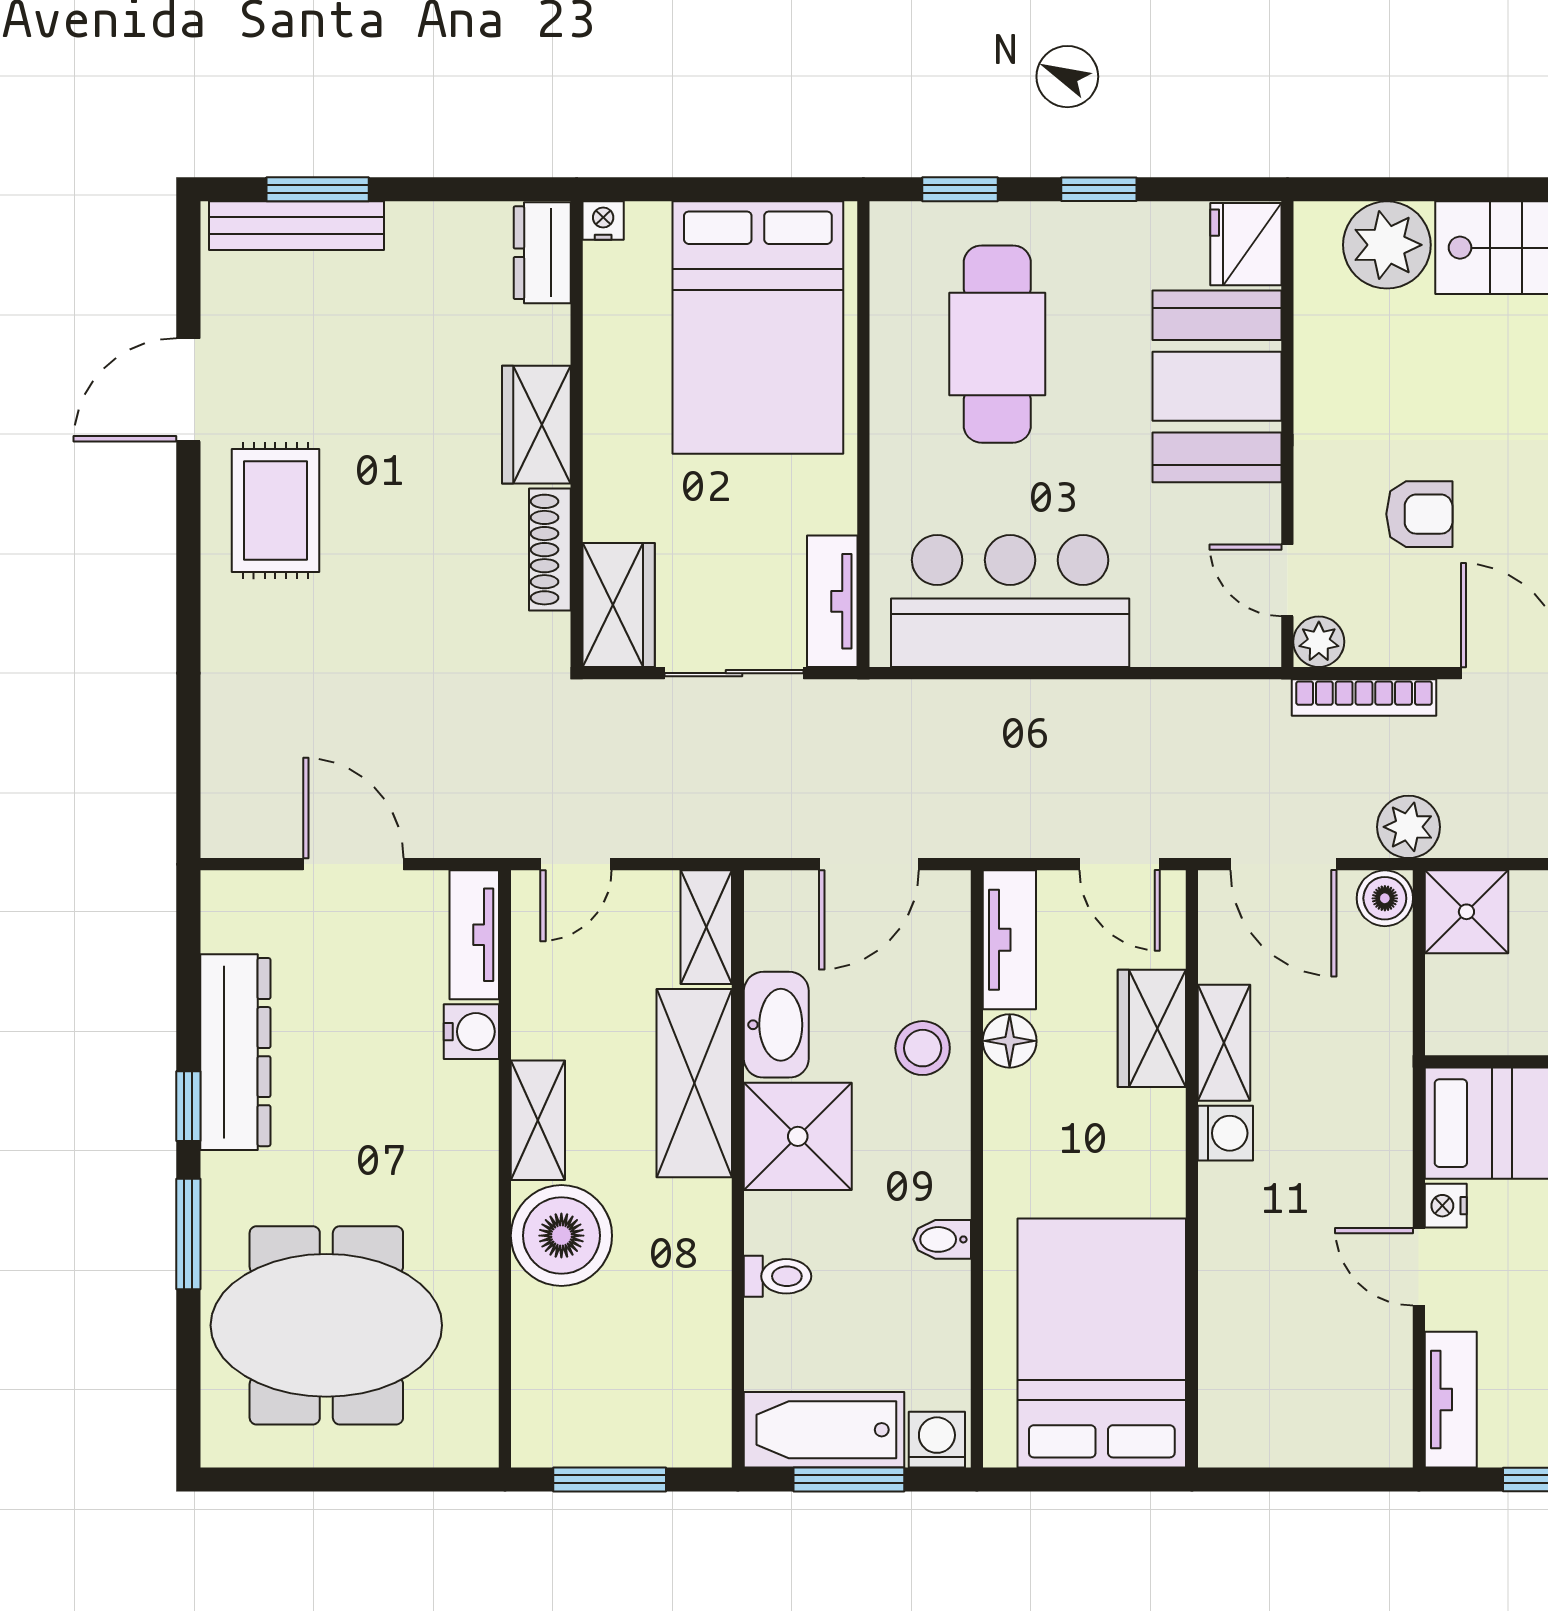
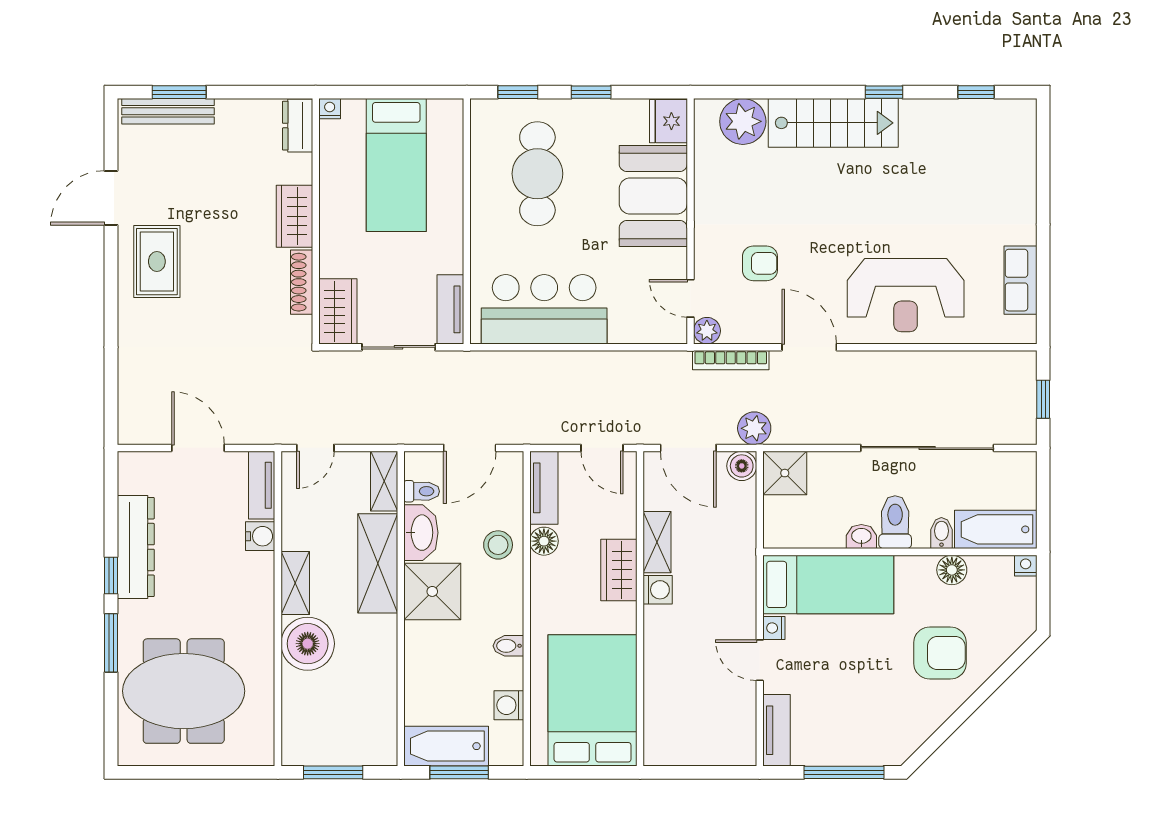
bed: (758, 327) -> (396, 165), width x0.67
wardrobe: (1152, 1028) -> (619, 570), moved
toilet: (777, 1276) -> (422, 491), moved
washing machine: (937, 1440) -> (509, 705), moved, turned -90

